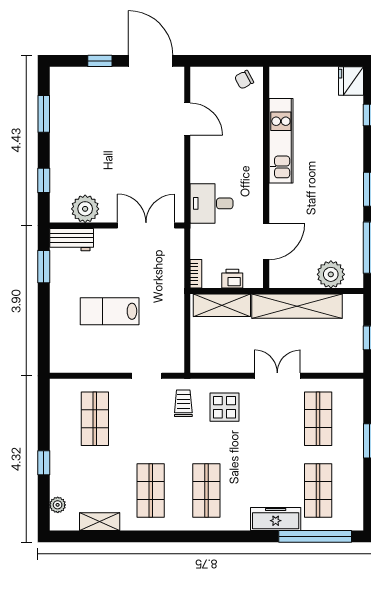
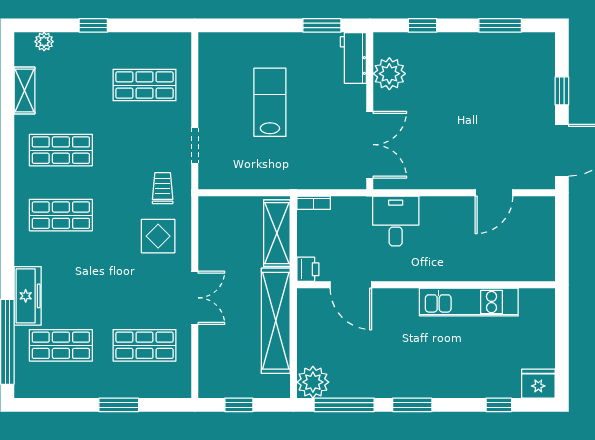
chair: (244, 80) -> (540, 259), removed
plant: (331, 274) -> (313, 382), moved
printer: (232, 279) -> (308, 269), moved
trolley: (183, 403) -> (163, 188), turned -90

